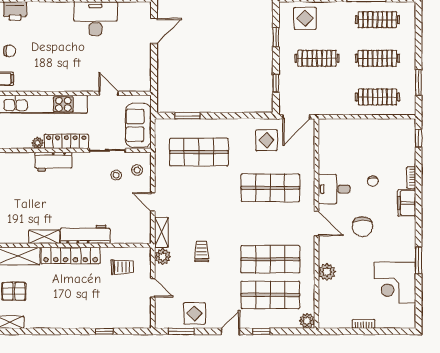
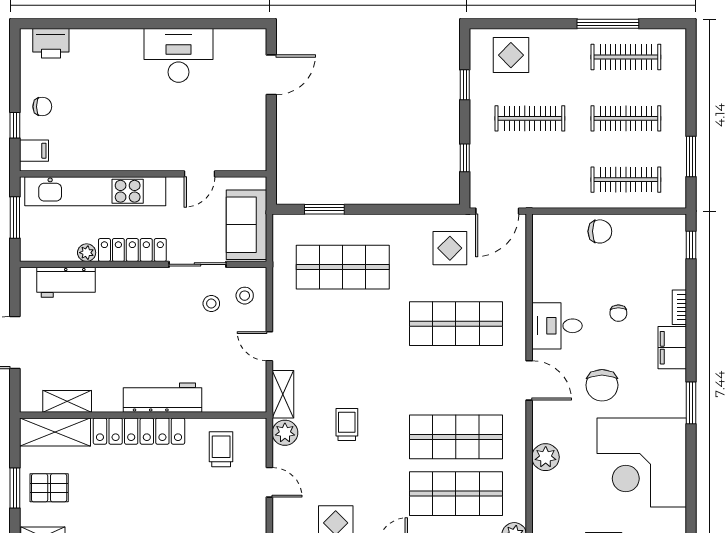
door: (109, 93) -> (200, 174), swing flipped
chair: (361, 130) -> (600, 231), added
workbench: (53, 162) -> (66, 282), moved
shelving: (44, 237) -> (67, 401), moved
window: (419, 260) -> (691, 403), moved
trolley: (122, 267) -> (221, 449), turned -90
corner desk: (395, 283) -> (642, 462), width x1.36, depth x1.36

